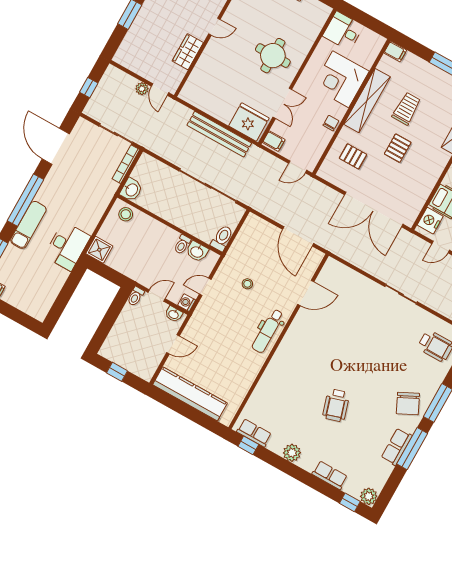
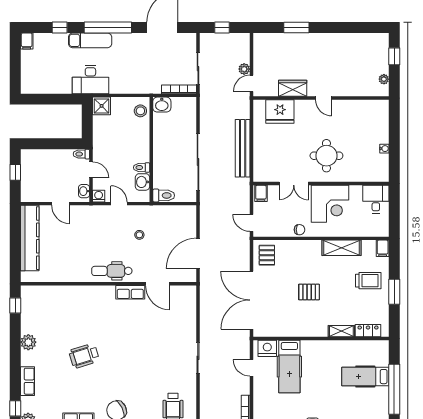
corner desk: (341, 79) -> (330, 204), moved, turned 180
shelving: (367, 101) -> (342, 248), width x0.68
trolley: (406, 109) -> (368, 281), moved
fridge: (249, 122) -> (280, 112), moved, turned 90
pallet: (353, 156) -> (267, 255), moved
row of seats: (254, 433) -> (130, 292), moved, turned 90

